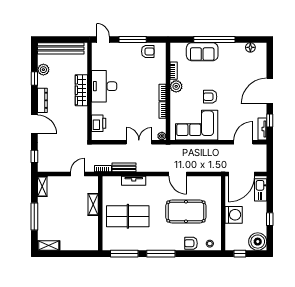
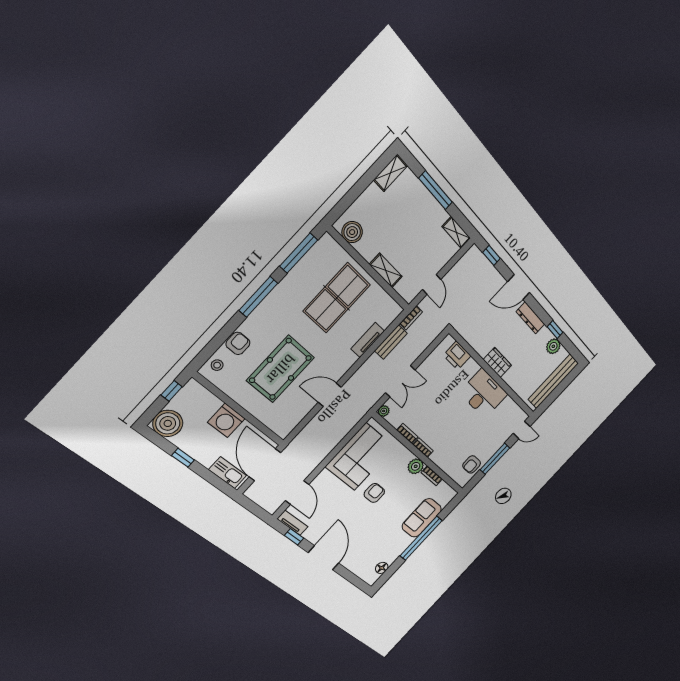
wardrobe: (81, 90) -> (497, 362), width x0.67
boiler: (91, 238) -> (352, 232), added

